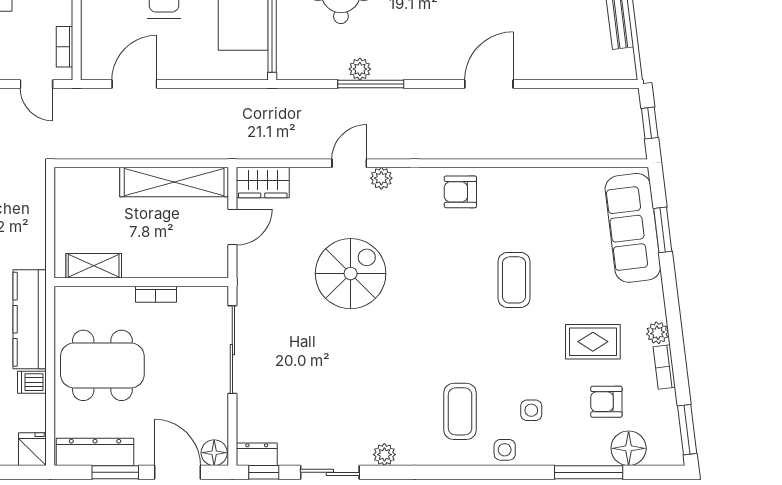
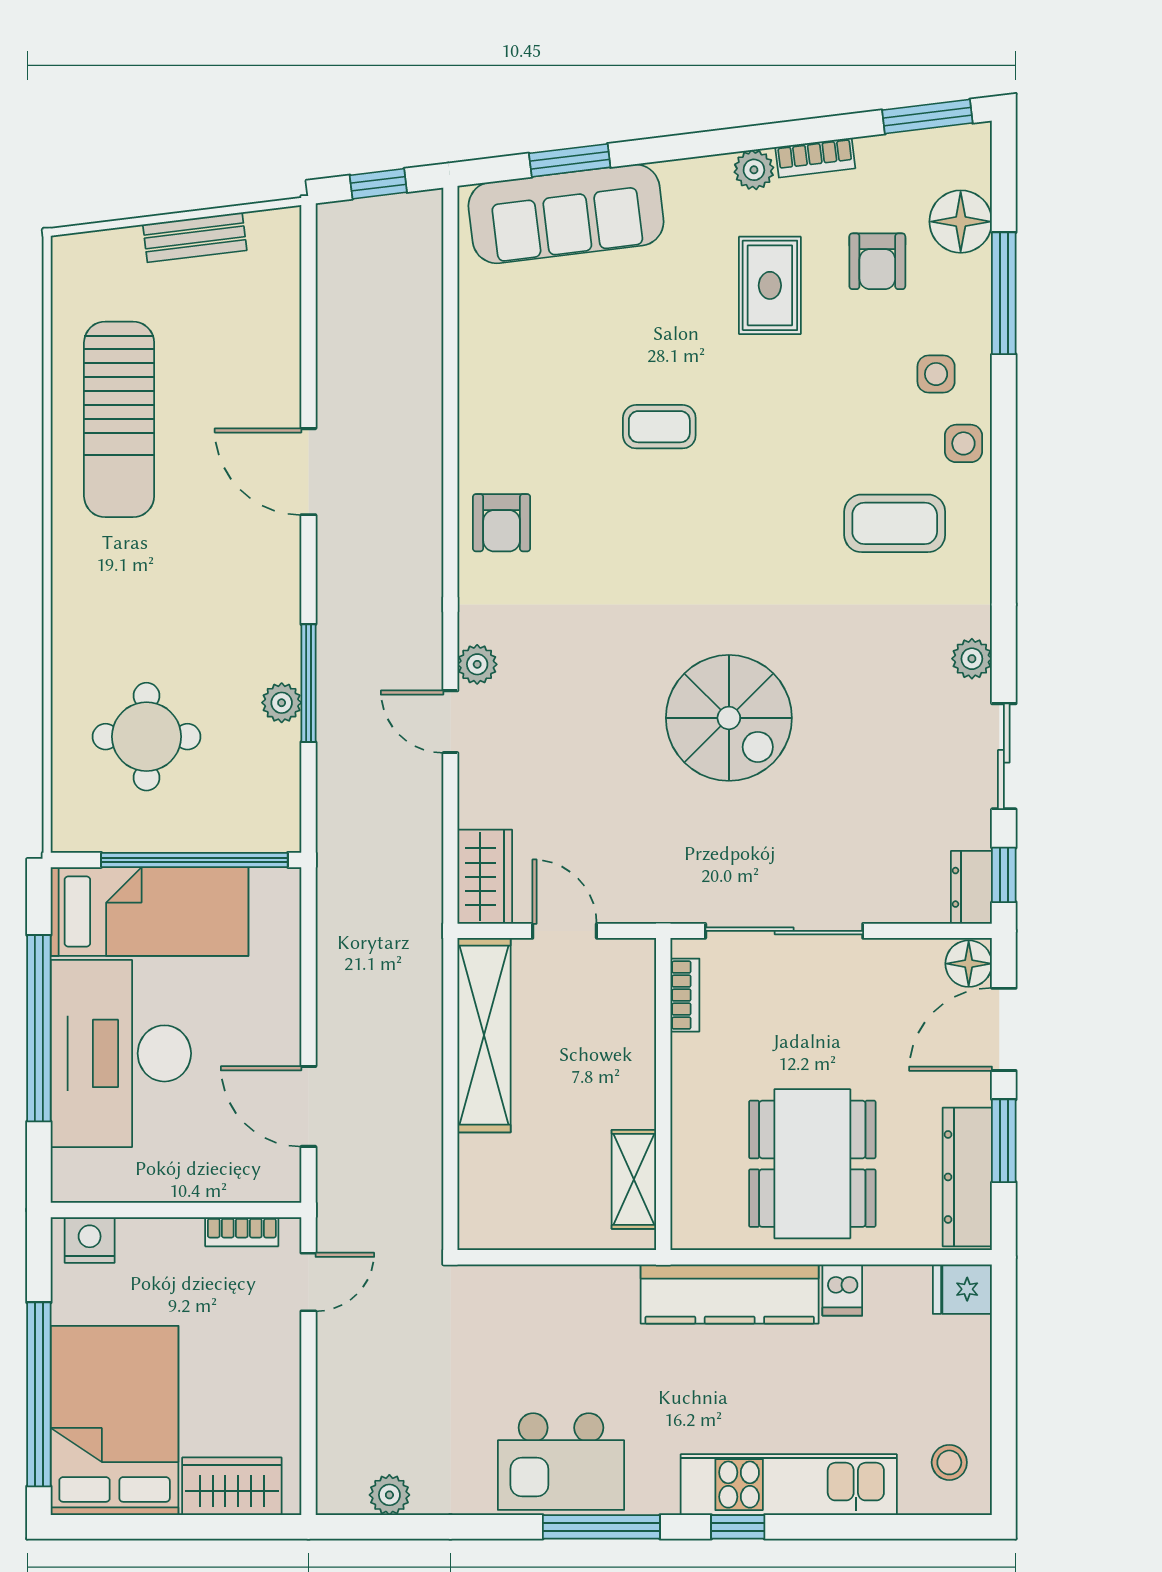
spiral stairs: (351, 274) -> (729, 718), moved, turned 180
coffee table: (514, 280) -> (659, 427), width x0.73, depth x0.77
bookcase: (156, 294) -> (685, 995), moved
side table: (531, 410) -> (936, 374), moved

